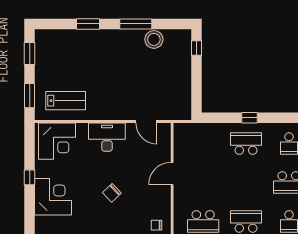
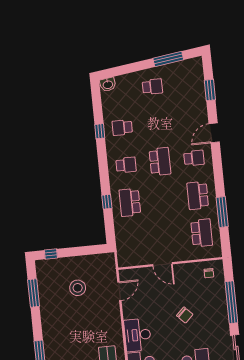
window: (136, 24) -> (34, 293), moved
stool: (154, 39) -> (78, 288), moved
desk: (107, 137) -> (138, 335), moved

